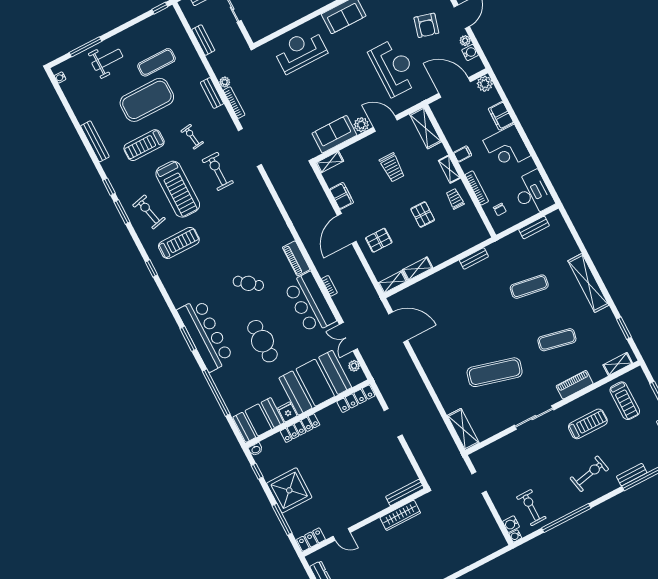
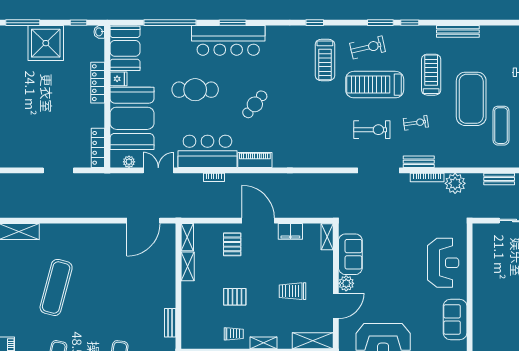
plant: (225, 82) -> (455, 183), width x1.87, depth x1.87
bench: (212, 93) -> (419, 162), moved

